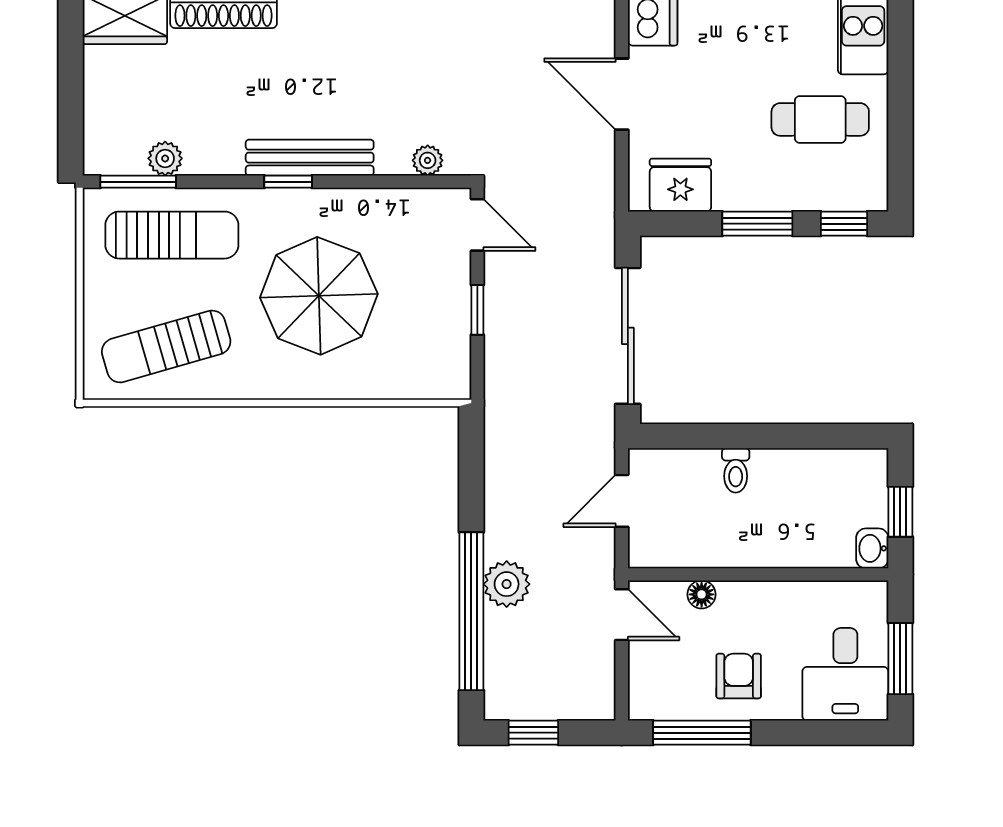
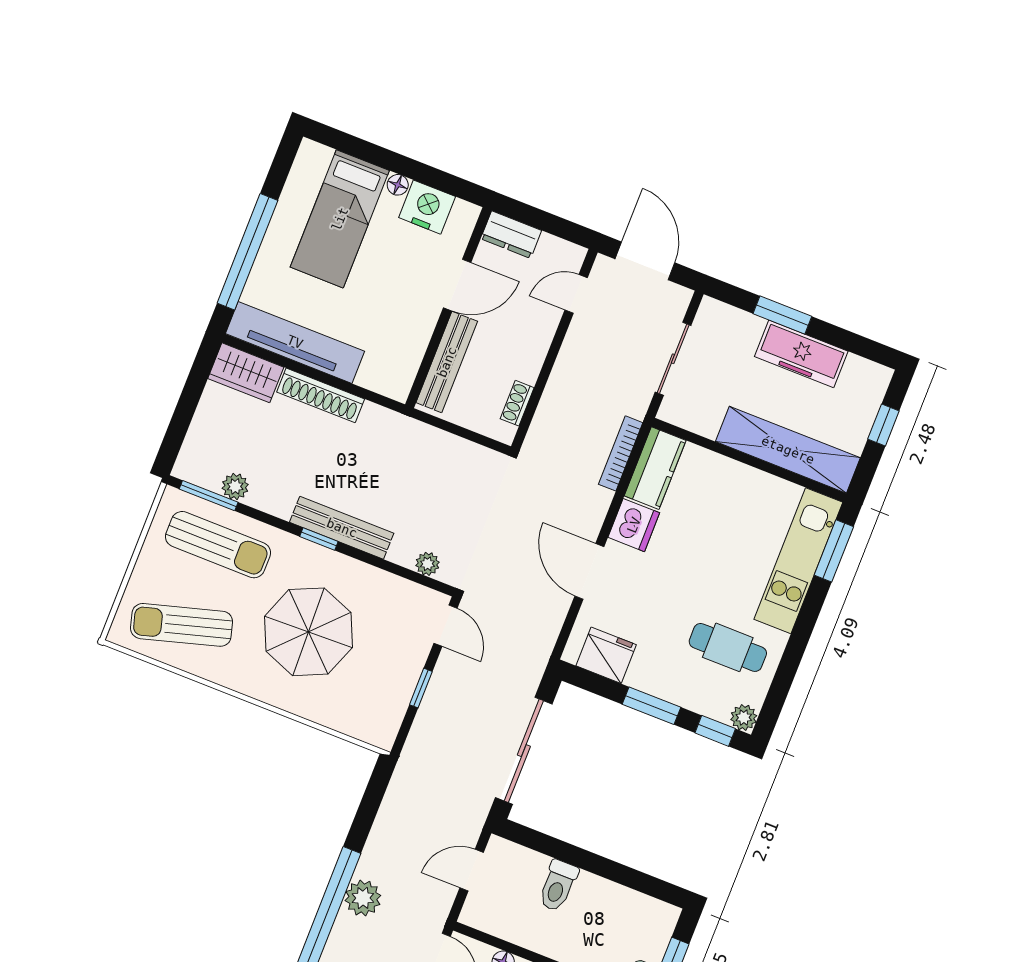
plant: (871, 195) -> (744, 718), added
toilet: (736, 470) -> (558, 886), width x1.37, depth x1.39

